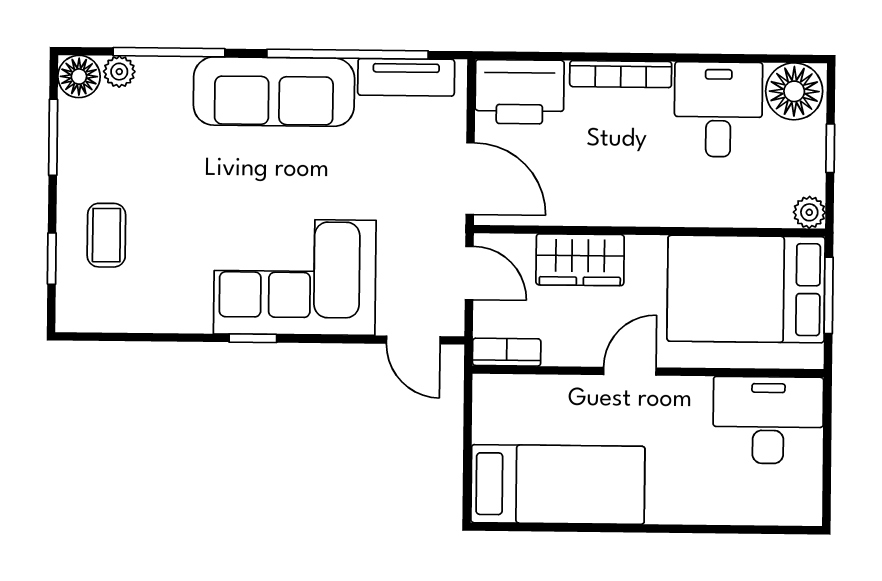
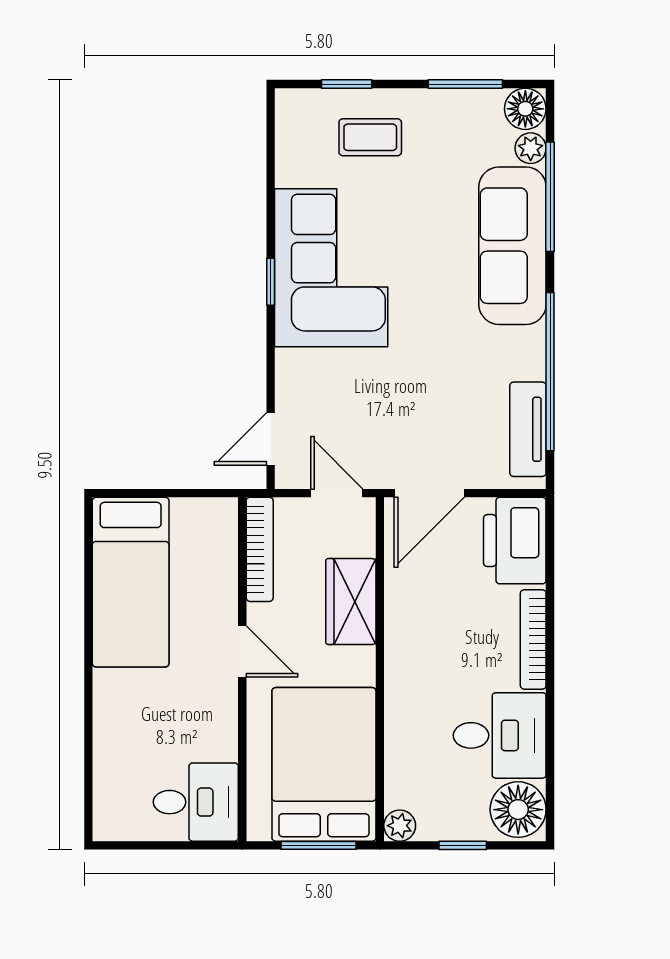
sofa: (274, 92) -> (512, 246), moved
door: (469, 273) -> (337, 493), swing flipped
corner sofa: (295, 277) -> (331, 268), moved
bookcase: (507, 352) -> (260, 549), width x1.56
desk: (768, 420) -> (196, 802), width x0.73

